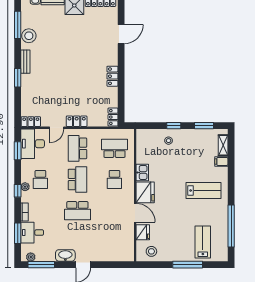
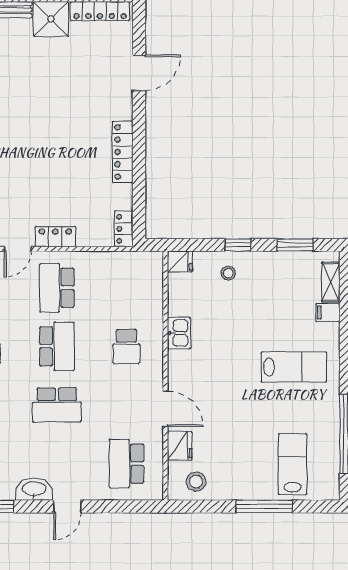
locker: (112, 76) -> (123, 152), width x1.53
school desk: (114, 148) -> (127, 464), moved, turned -90
fridge: (145, 192) -> (180, 261), moved, width x0.53, depth x0.75

